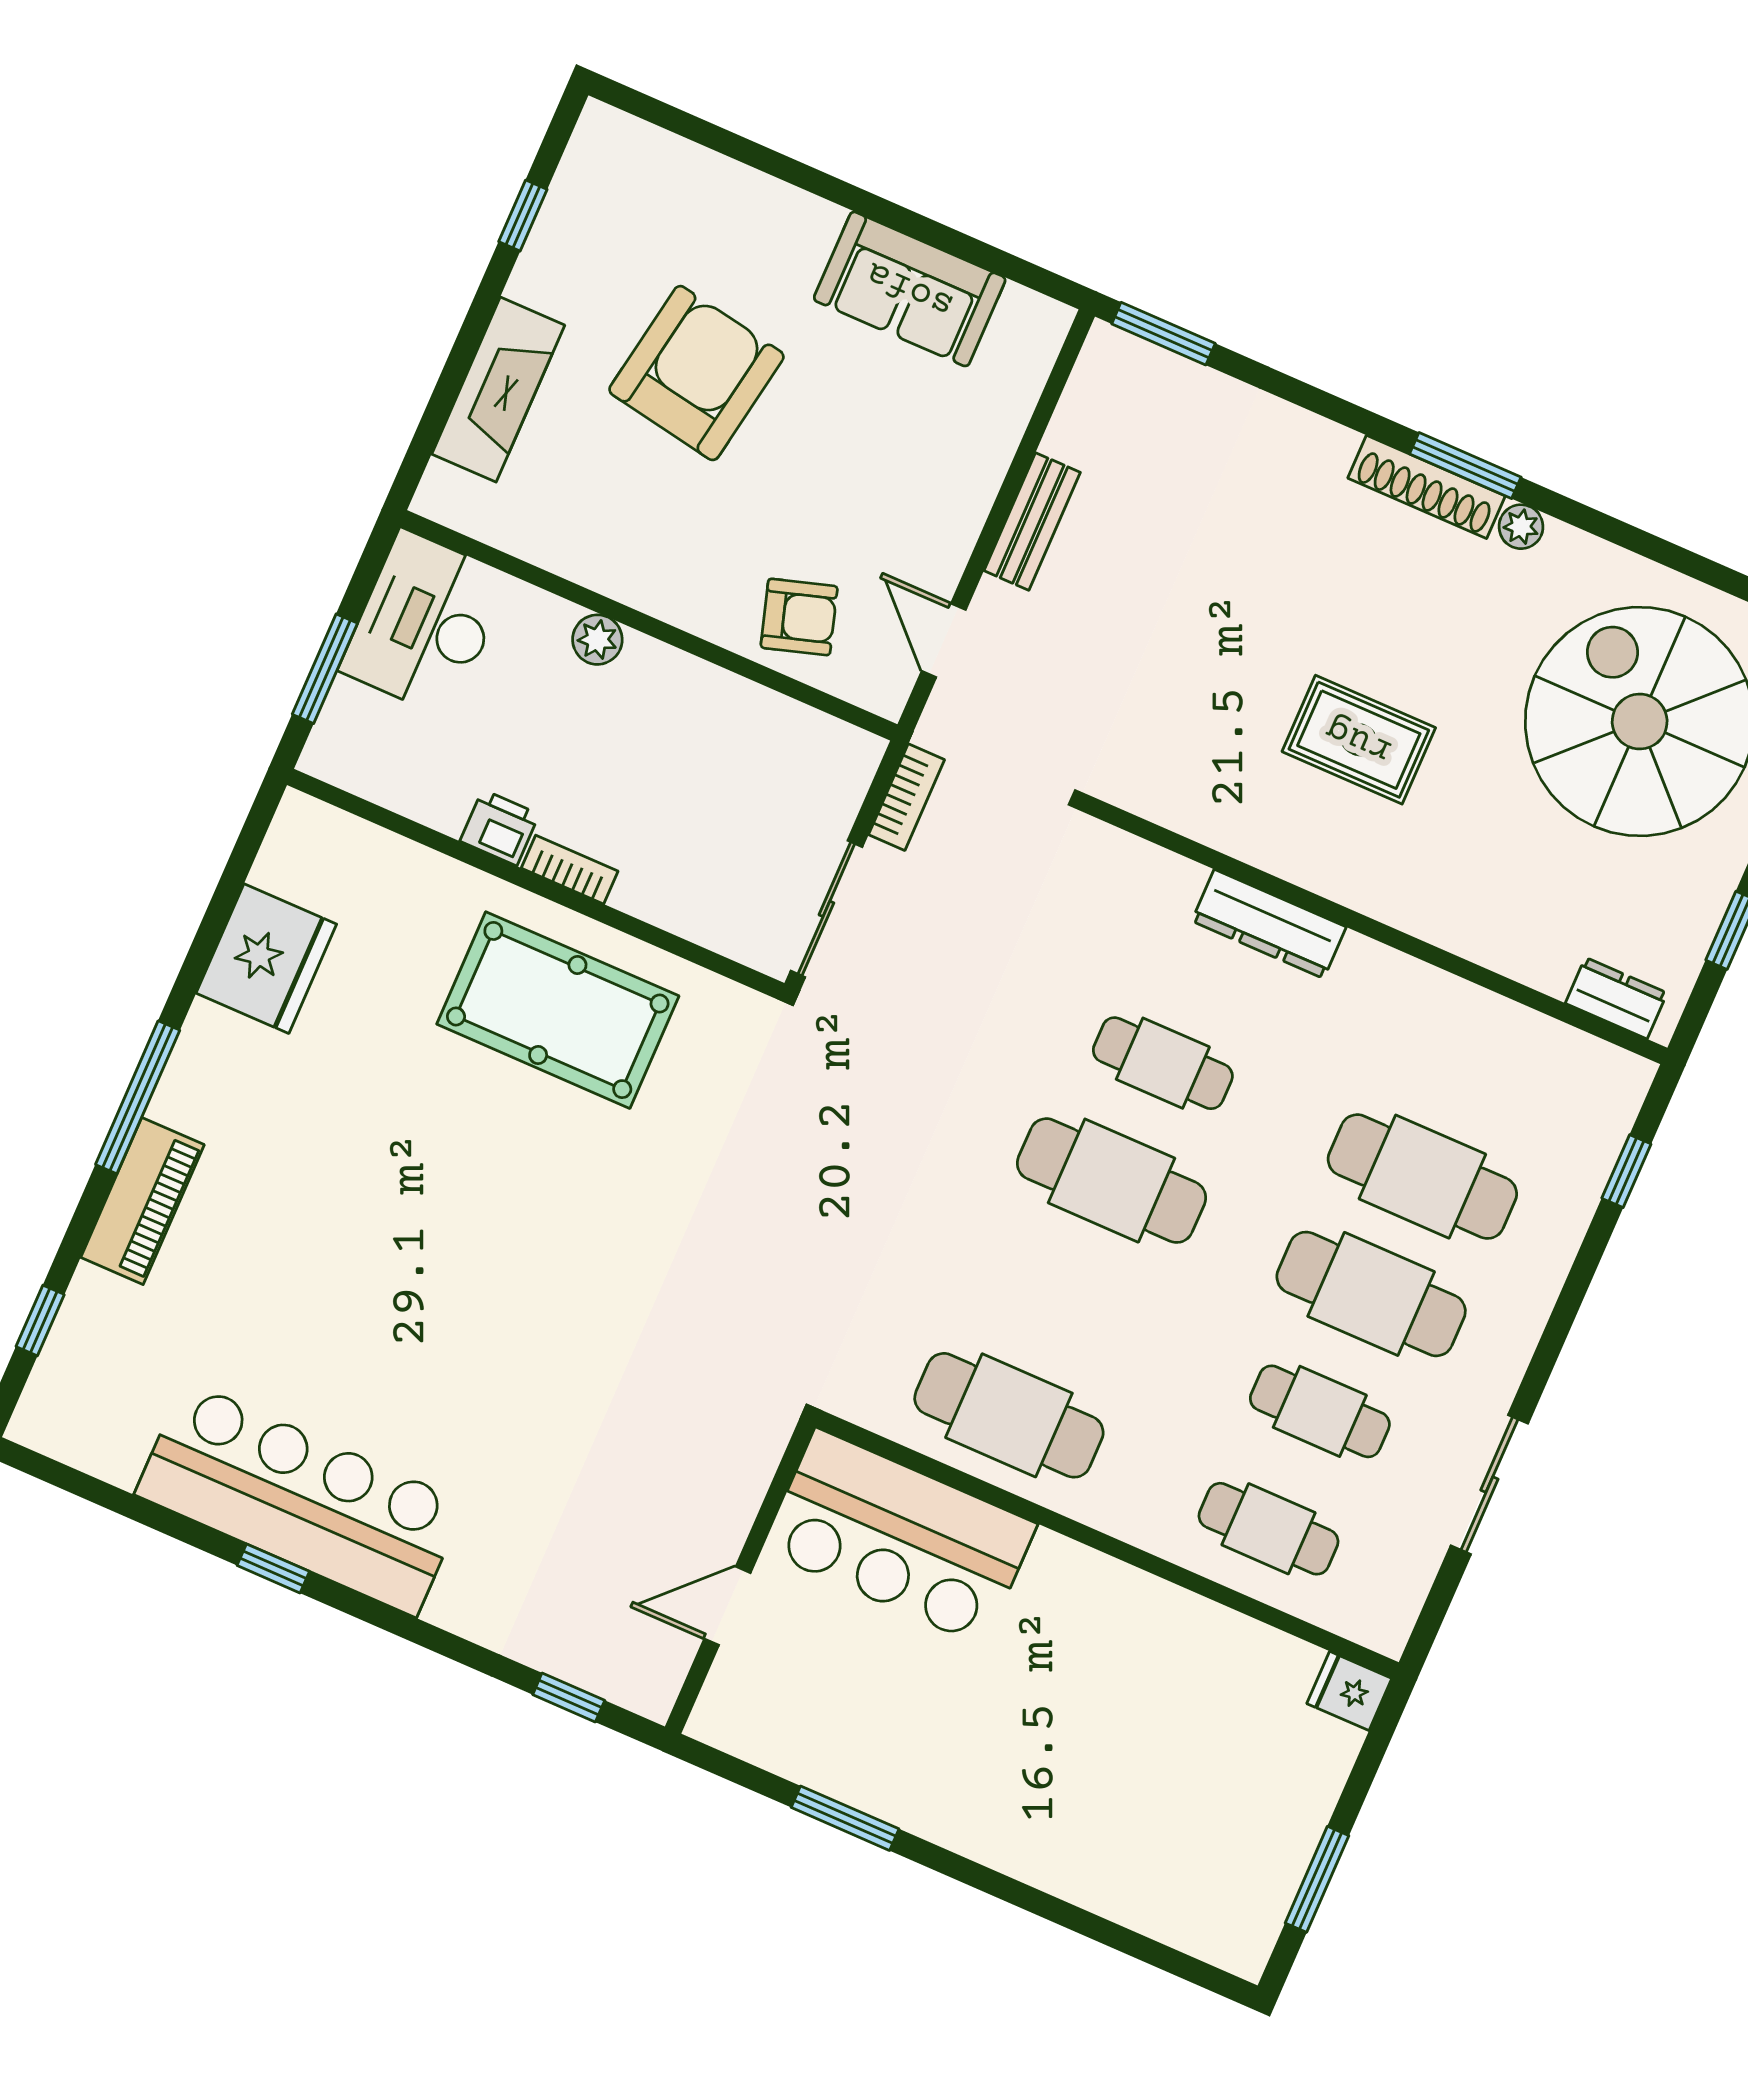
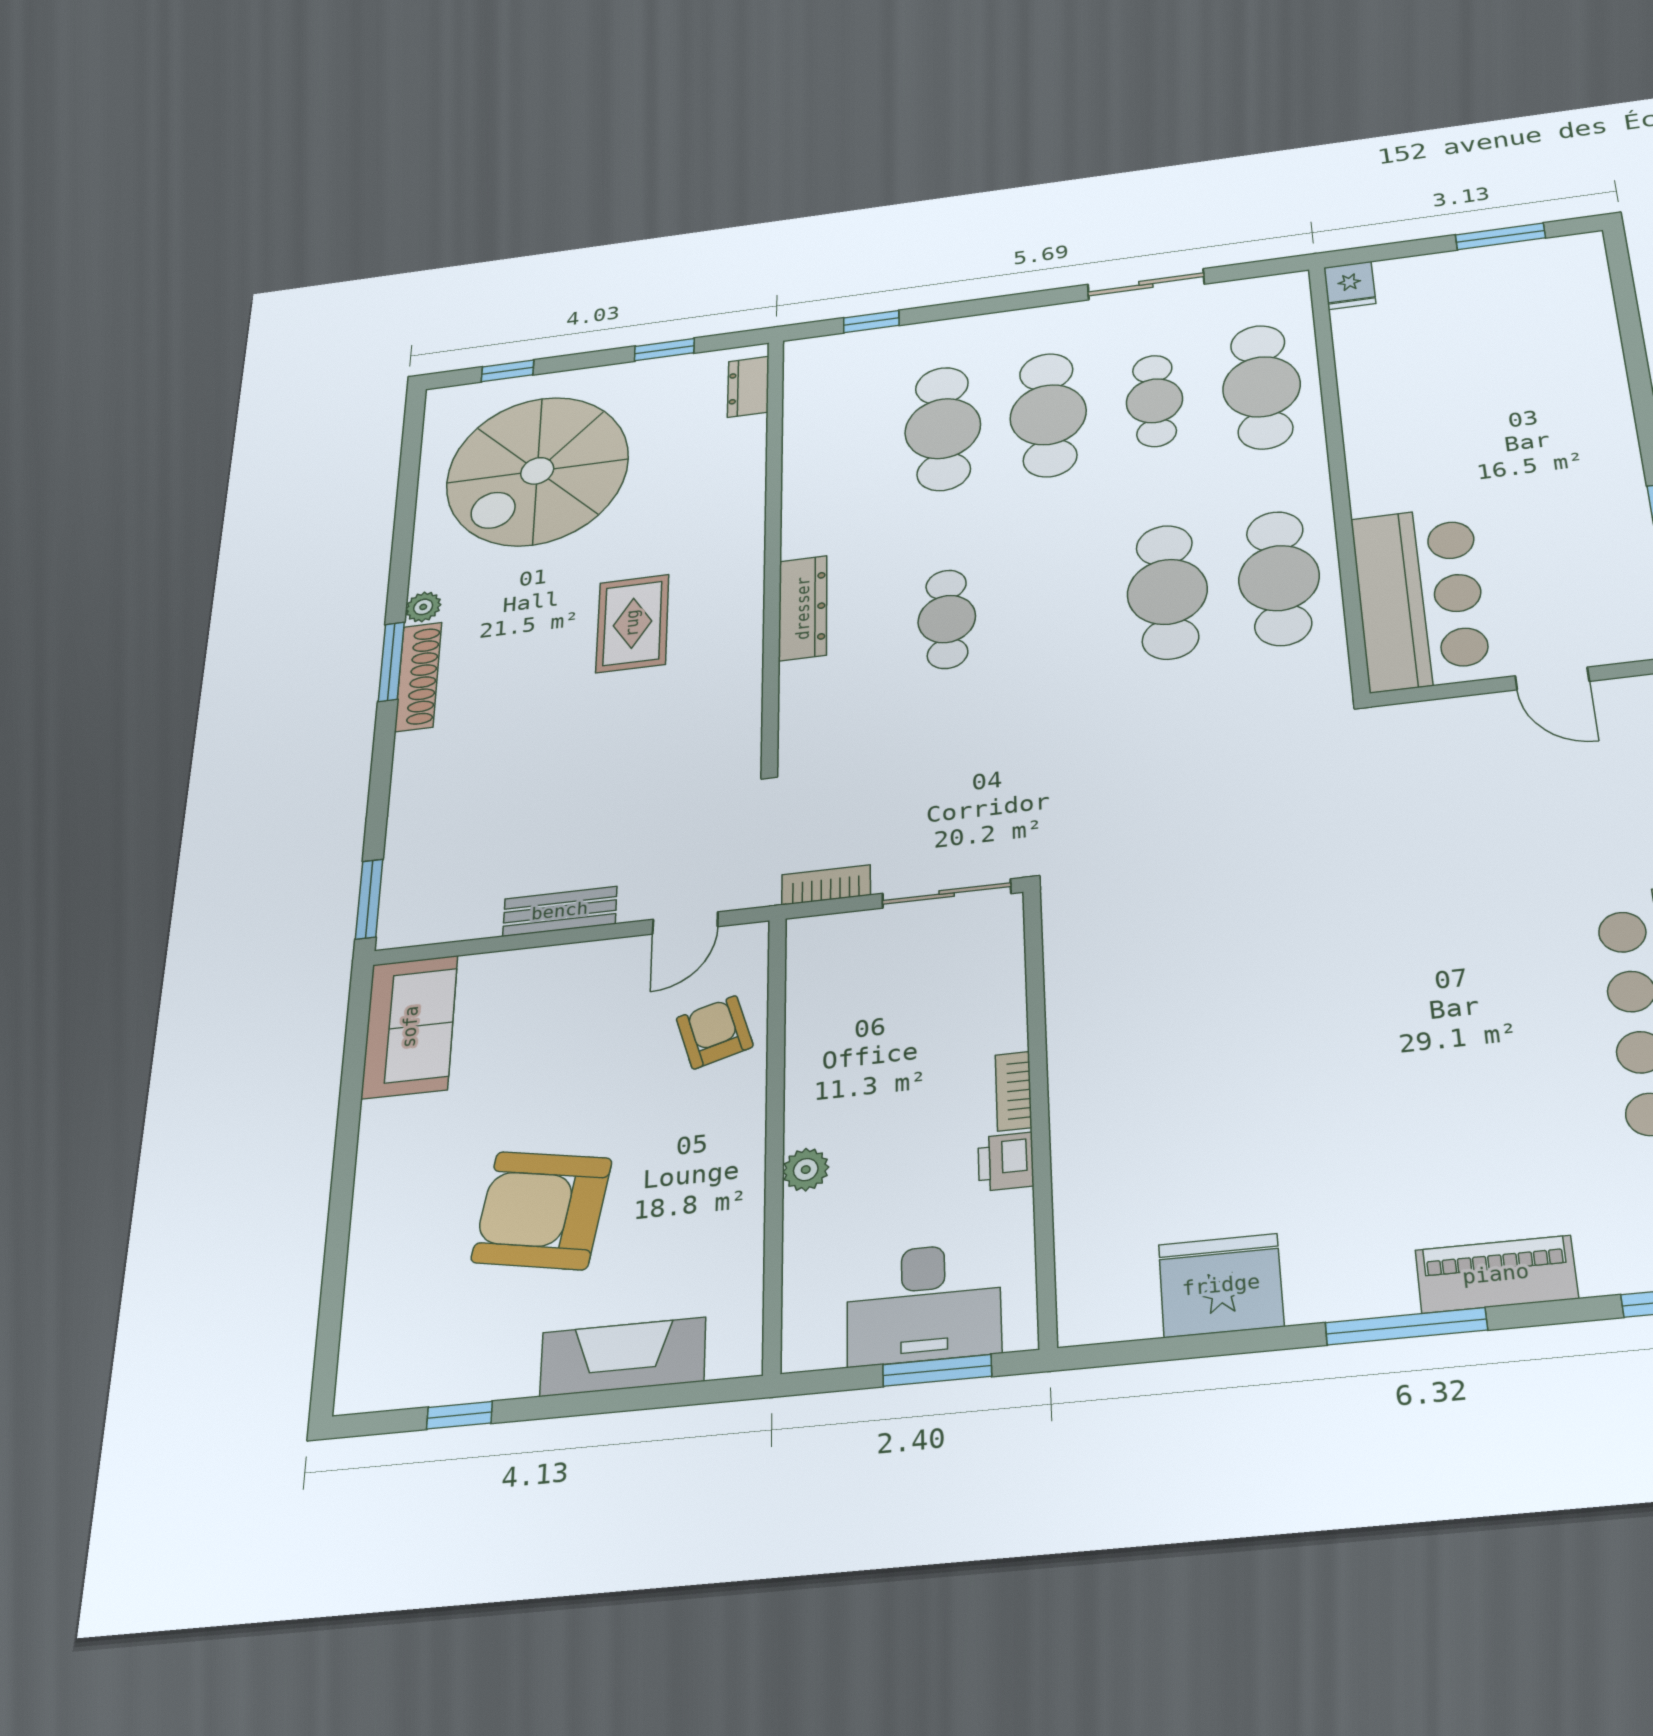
sofa: (910, 289) -> (410, 1027), moved
desk: (425, 623) -> (924, 1304), moved
pool table: (558, 1010) -> (1138, 1040), removed
cafe table: (1112, 1181) -> (1167, 592), moved
cafe table: (1269, 1529) -> (1262, 387), width x1.37, depth x1.35

